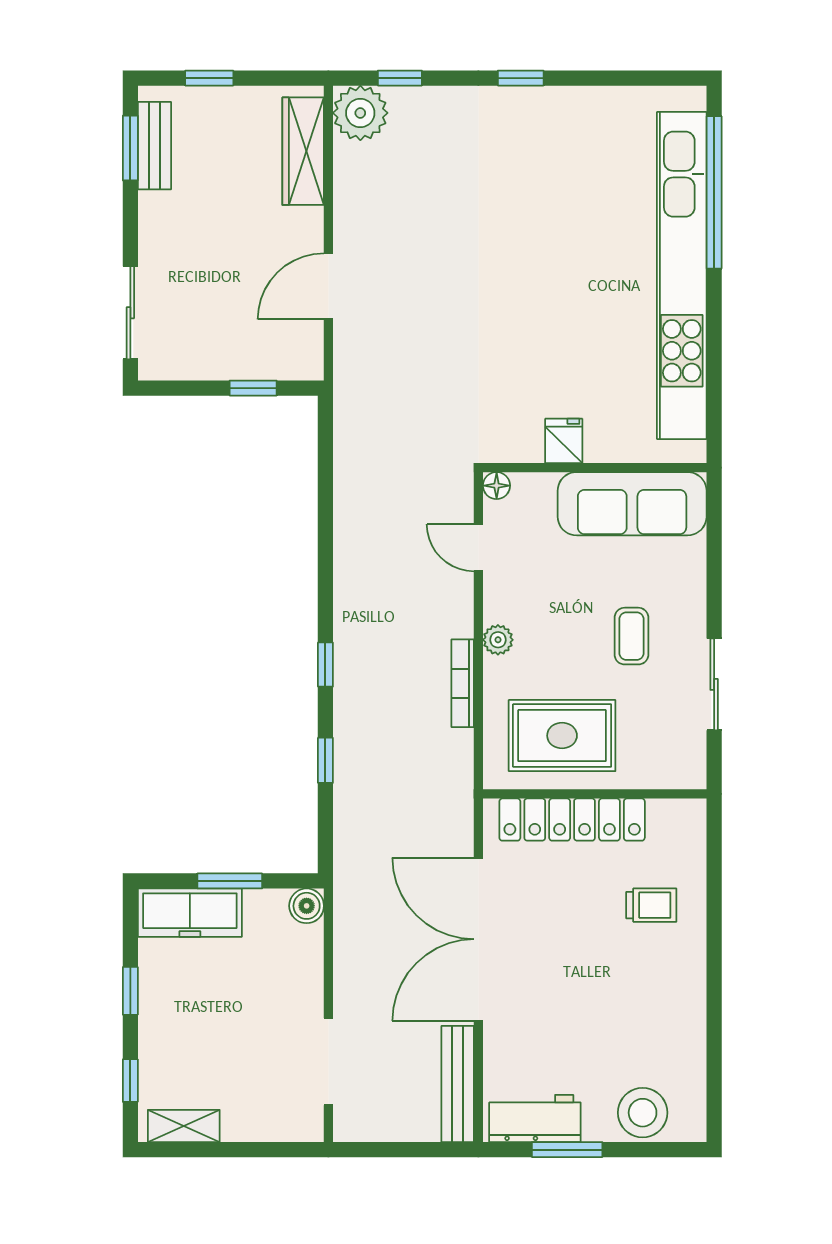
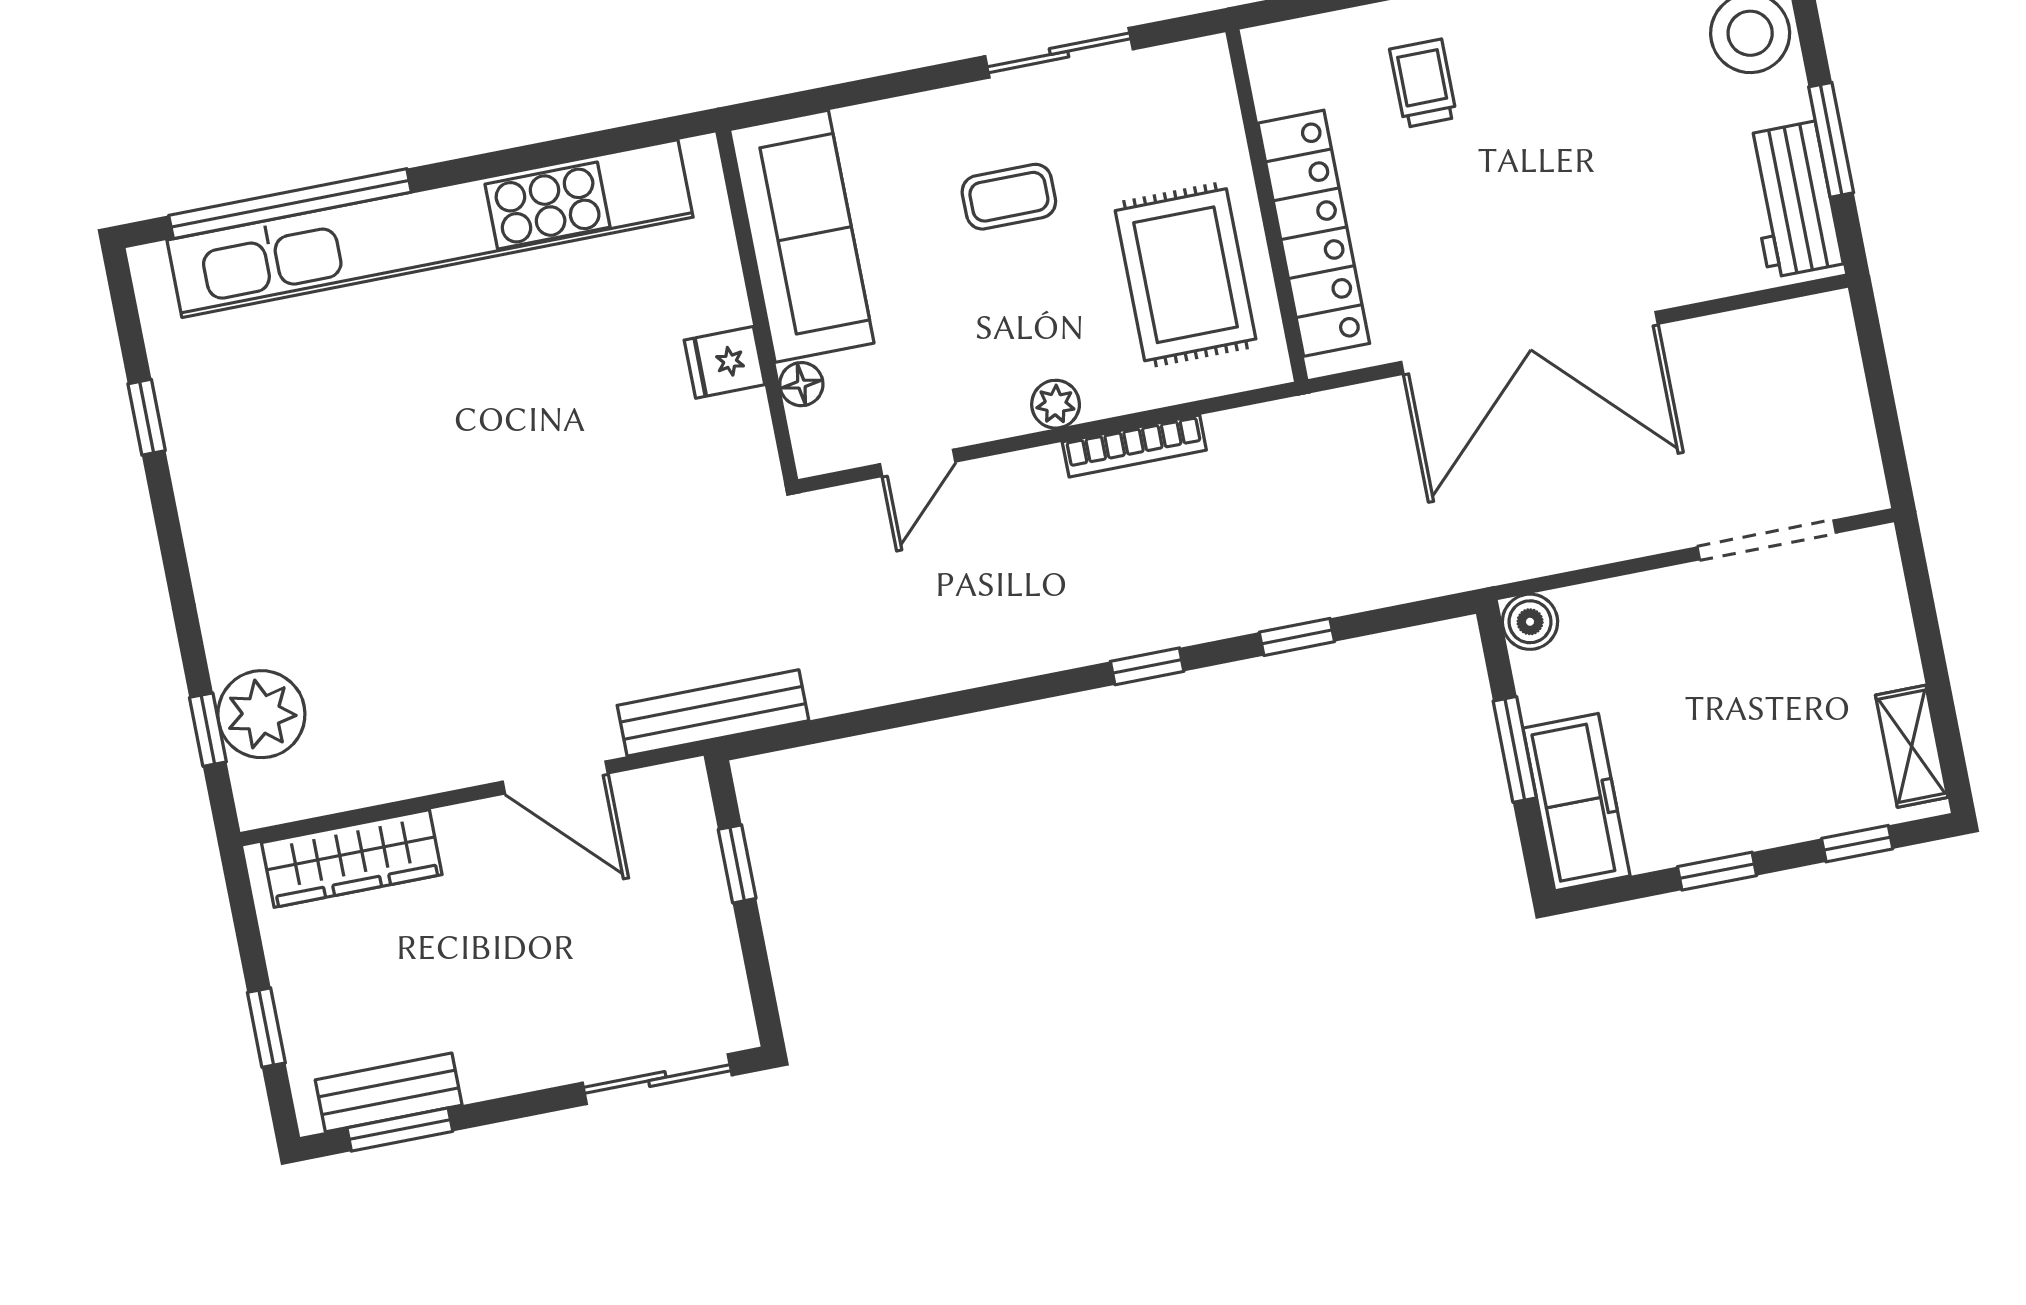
window: (521, 78) -> (147, 417), moved
plant: (360, 113) -> (261, 714), moved
floor lamp: (497, 486) -> (801, 384), moved
bench: (458, 1084) -> (713, 713), moved

